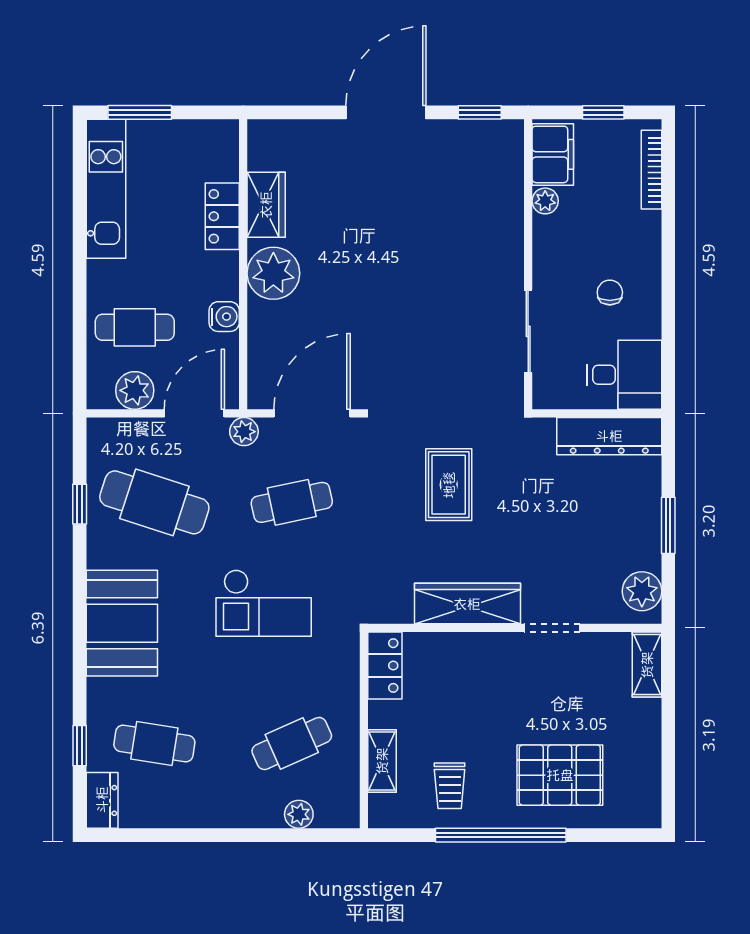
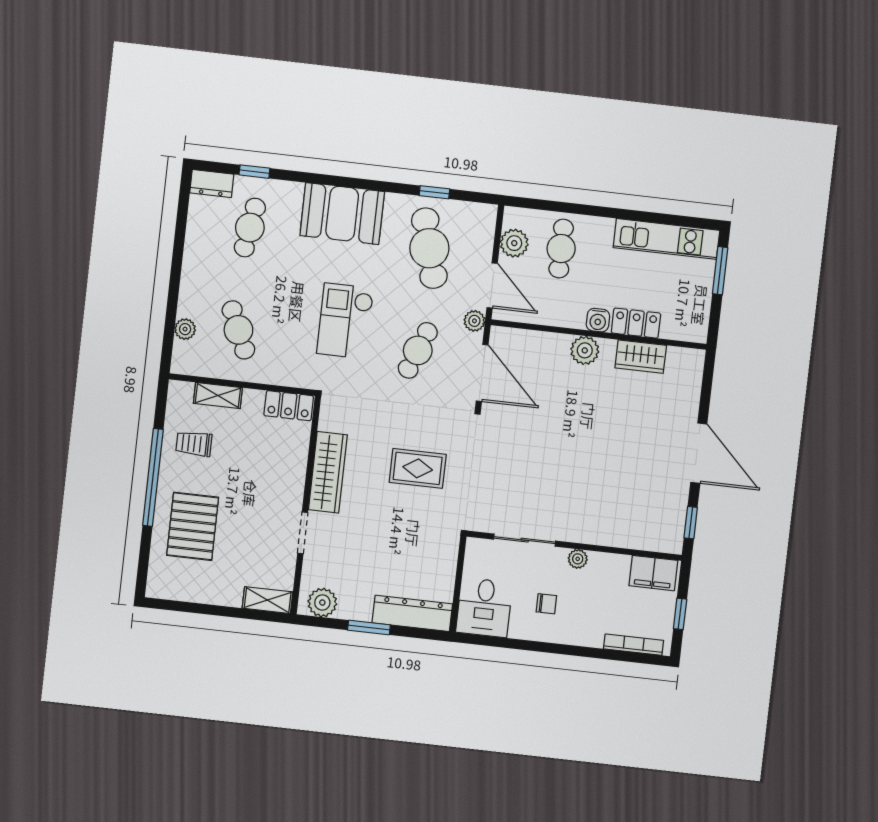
plant: (545, 201) -> (578, 559), moved
plant: (273, 273) -> (585, 350), width x0.73, depth x0.73
water cooler: (224, 317) -> (598, 320), moved
dresser: (609, 436) -> (412, 613), moved, turned 90
cafe table: (154, 502) -> (429, 248), turned -33
cafe table: (292, 502) -> (418, 350), turned 33

